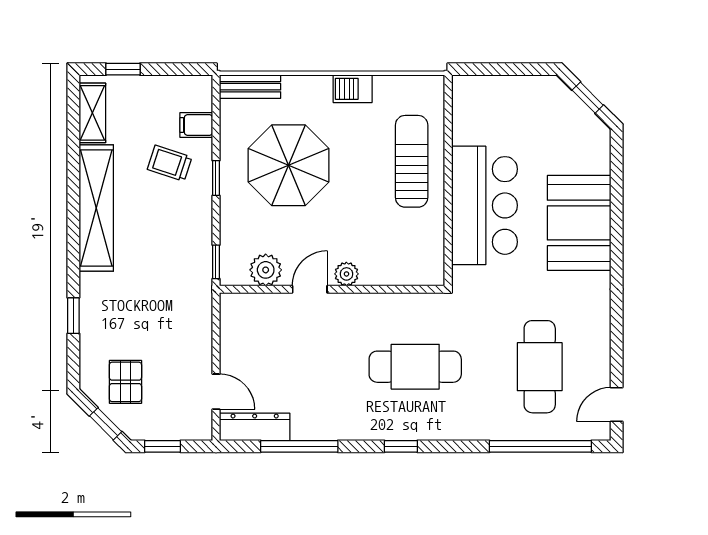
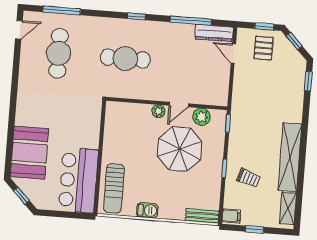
window: (123, 69) -> (255, 229), moved
filing cabinet: (196, 125) -> (231, 216), moved
sun lounger: (412, 161) -> (114, 188), moved
parasol: (288, 165) -> (180, 149), moved
bar counter: (484, 205) -> (78, 180), moved
booth: (579, 223) -> (29, 153), moved
window: (73, 316) -> (308, 81), moved
pallet: (125, 382) -> (264, 48), moved
window: (540, 446) -> (62, 10), width x0.68

